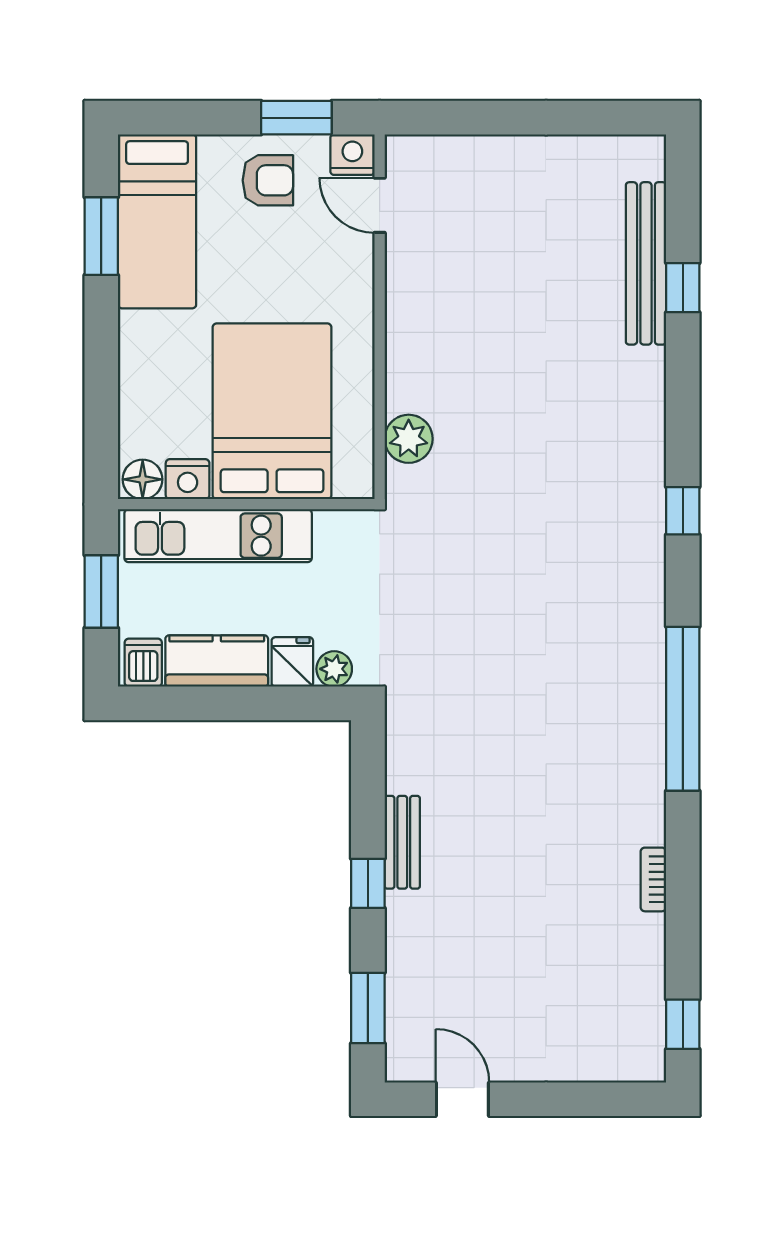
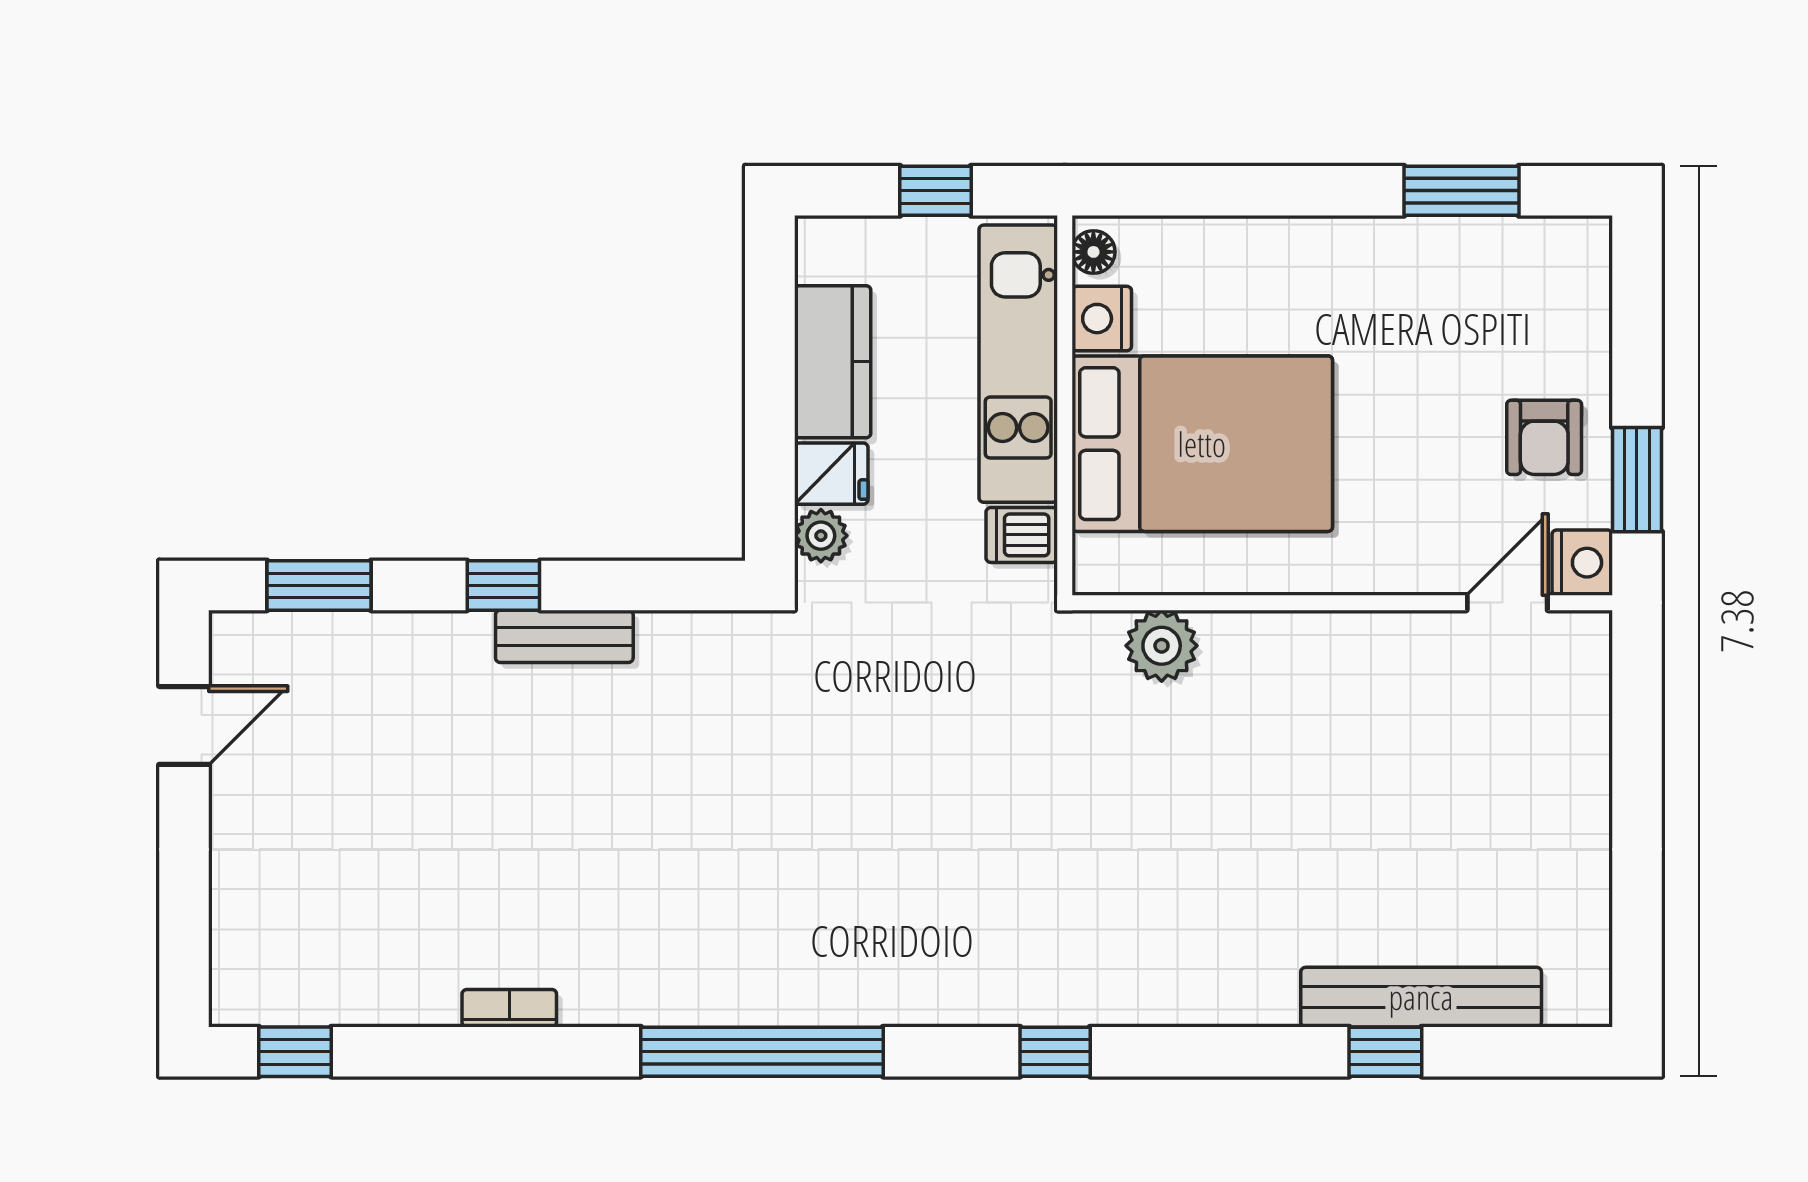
bed: (157, 221) -> (1483, 273), removed
floor lamp: (143, 479) -> (1093, 252), width x0.73, depth x0.73
window: (101, 591) -> (936, 191), width x0.67
dishwasher: (143, 663) -> (1022, 535), moved, turned 180

